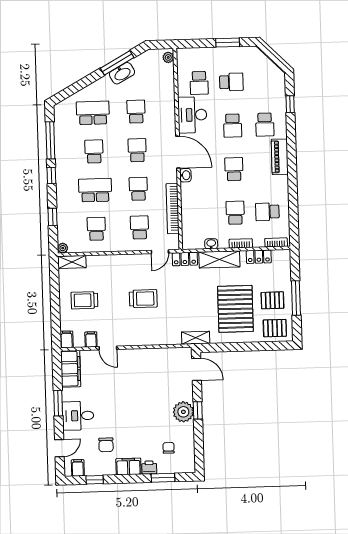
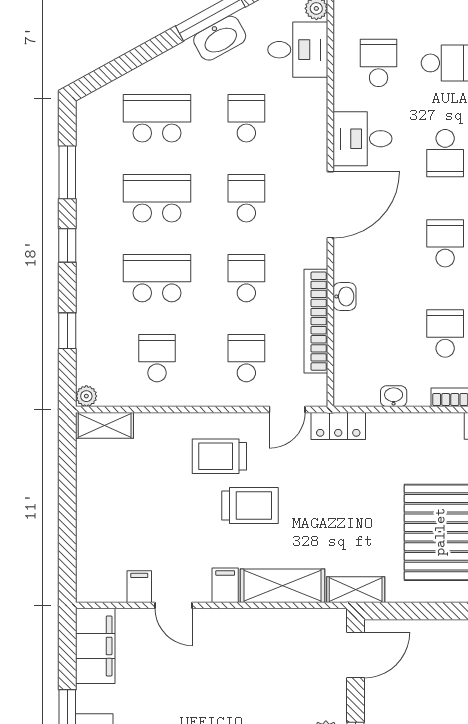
desk: (160, 78) -> (298, 50), added
school desk: (199, 83) -> (379, 63), turned 180
desk: (192, 115) -> (363, 139), width x0.73
window: (50, 140) -> (67, 172), width x0.69
school desk: (94, 151) -> (157, 198), width x1.85
door: (178, 152) -> (330, 205), hinge flipped
washbasin: (185, 175) -> (345, 296), moved
shelving: (219, 259) -> (283, 586), moved
trolley: (84, 300) -> (219, 456), moved
filing cabinet: (67, 339) -> (225, 585), moved
door: (197, 369) -> (356, 655), hinge flipped

